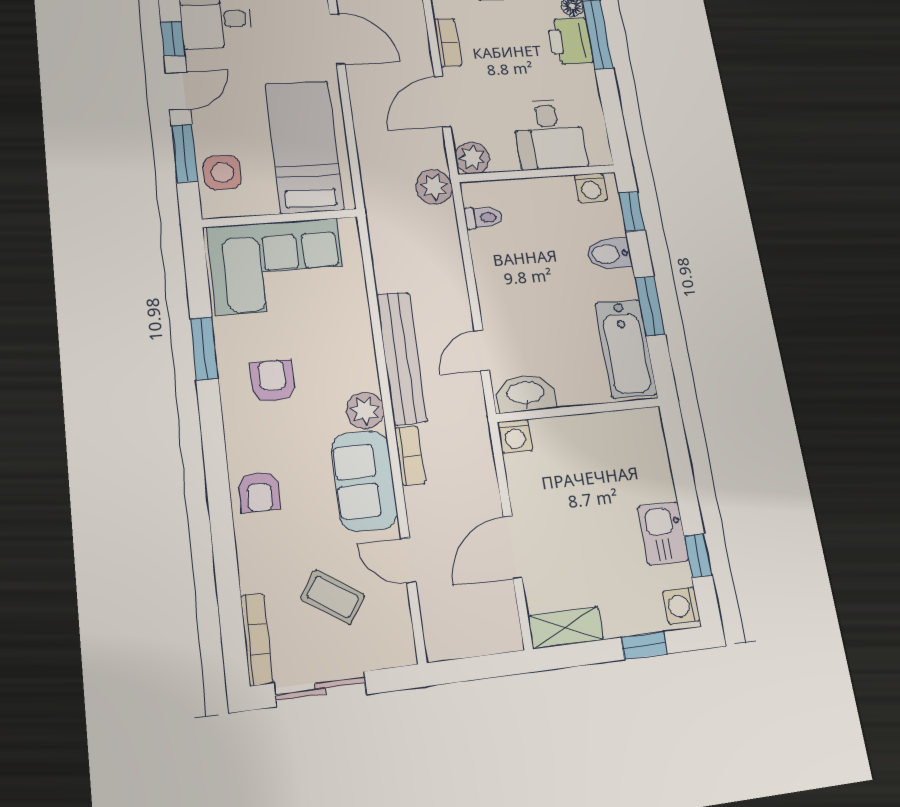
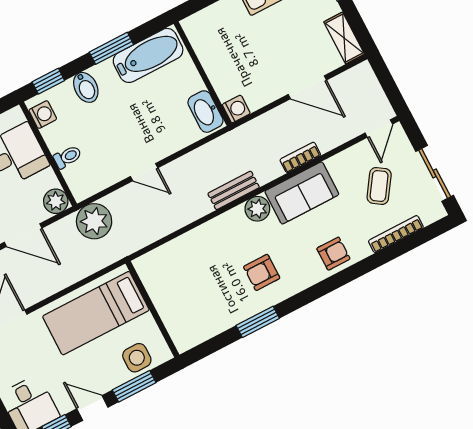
plant: (434, 187) -> (94, 221), width x1.36, depth x1.36
toilet: (483, 218) -> (68, 157), moved, turned 90
corner sofa: (277, 266) -> (186, 298), removed
door: (482, 350) -> (144, 172), moved
bench: (402, 358) -> (234, 190), width x0.54, depth x0.82
bookcase: (410, 456) -> (300, 157), moved
door: (408, 560) -> (379, 128), moved
bookcase: (256, 639) -> (396, 234), moved

